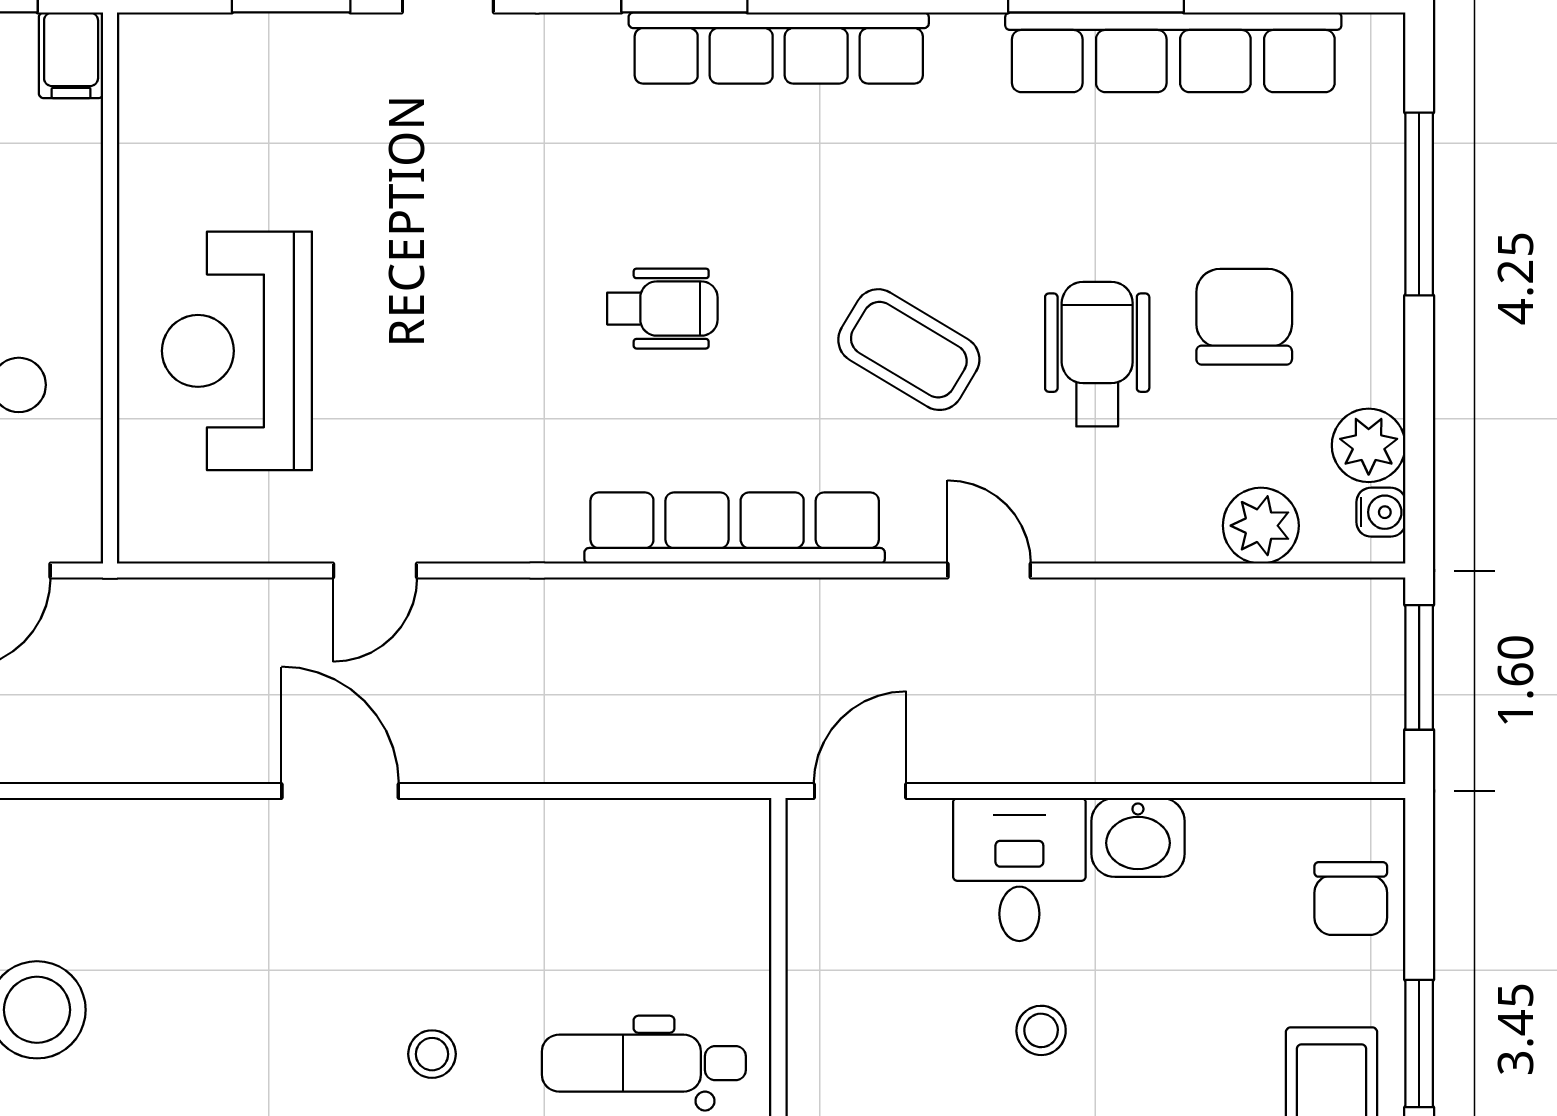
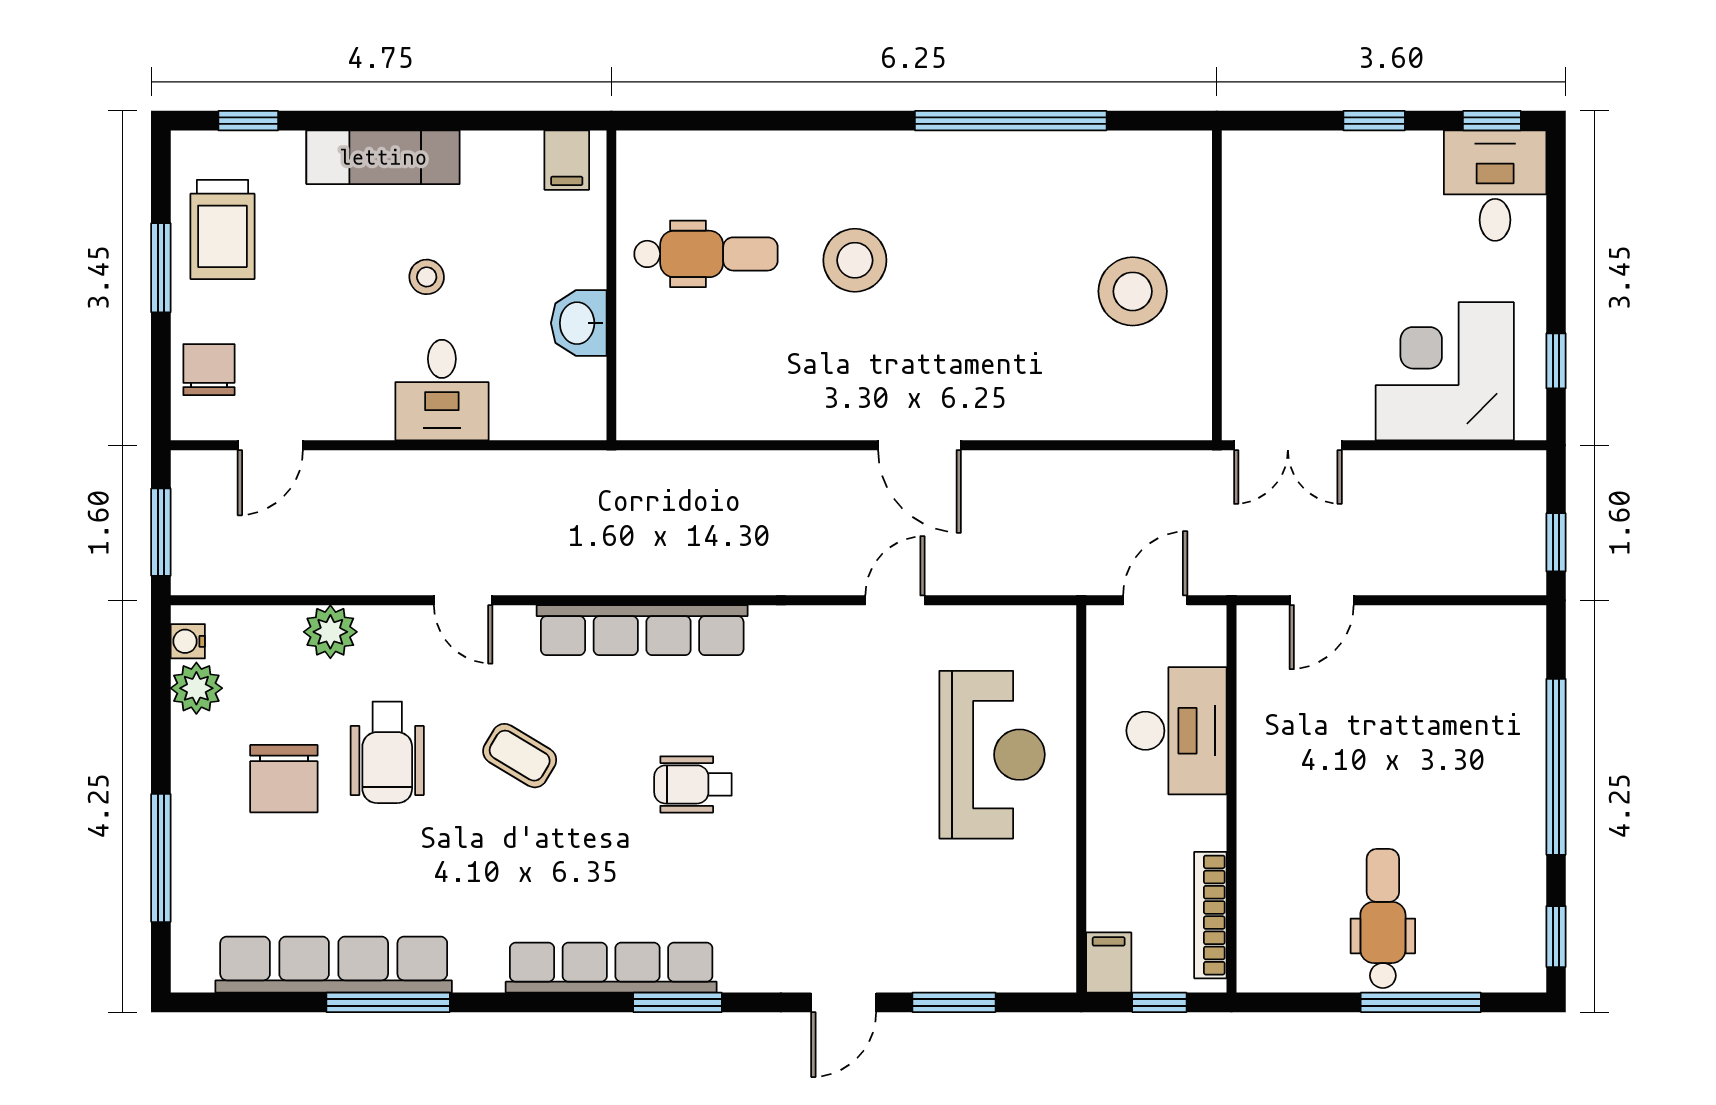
coffee table: (909, 350) -> (520, 756), width x0.73, depth x0.77
plant: (1261, 526) -> (330, 632), moved
door: (860, 791) -> (270, 445), moved
washbasin: (1138, 837) -> (579, 323), moved, turned -90
stool: (432, 1054) -> (855, 260), width x1.89, depth x1.89

